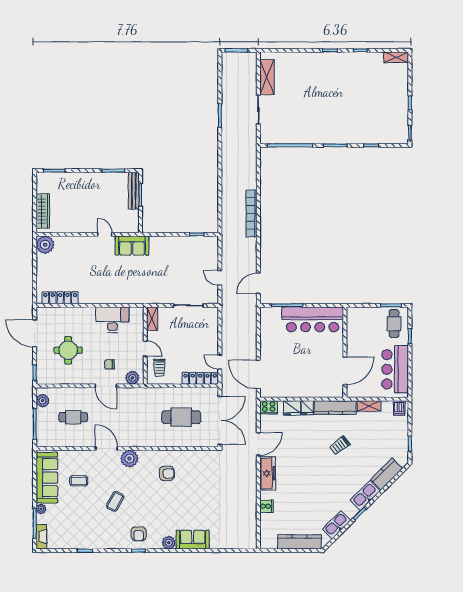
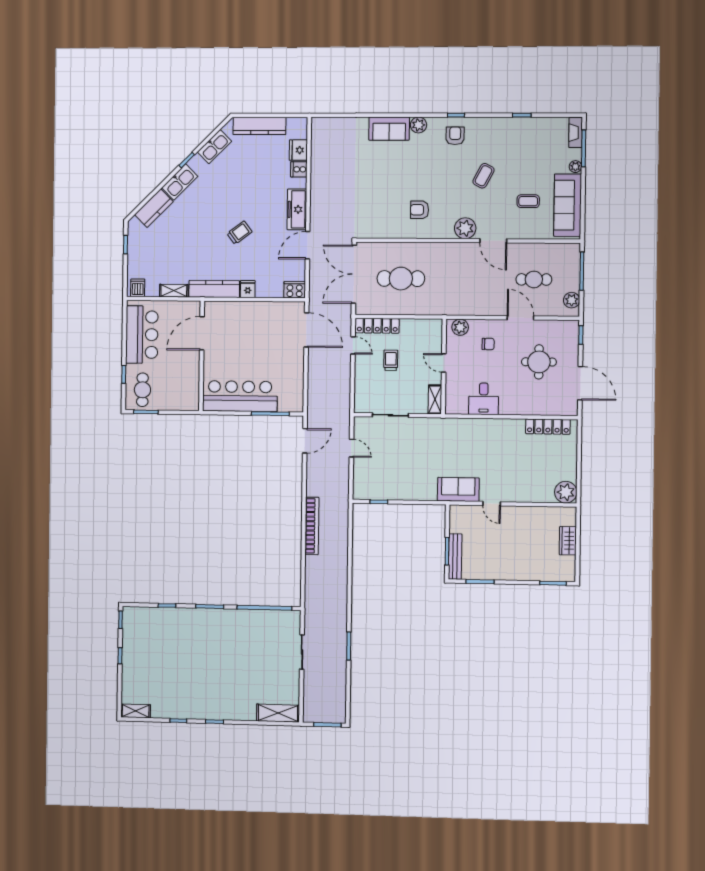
shelving: (267, 77) -> (278, 713), moved, turned 90
wardrobe: (43, 211) -> (568, 541), width x0.67
desk: (112, 320) -> (484, 399), width x0.73
trolley: (159, 368) -> (391, 360), moved
door: (106, 386) -> (520, 318), moved
fridge: (292, 408) -> (298, 150), moved, turned -90
trolley: (340, 445) -> (239, 233), moved

